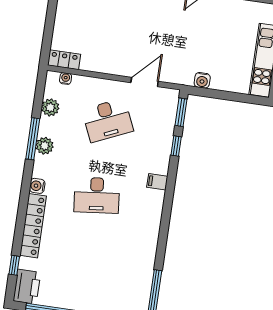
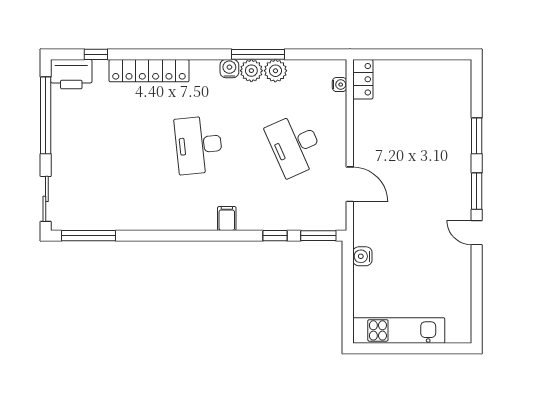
plant: (50, 107) -> (275, 71), moved
water cooler: (37, 186) -> (229, 69), moved

